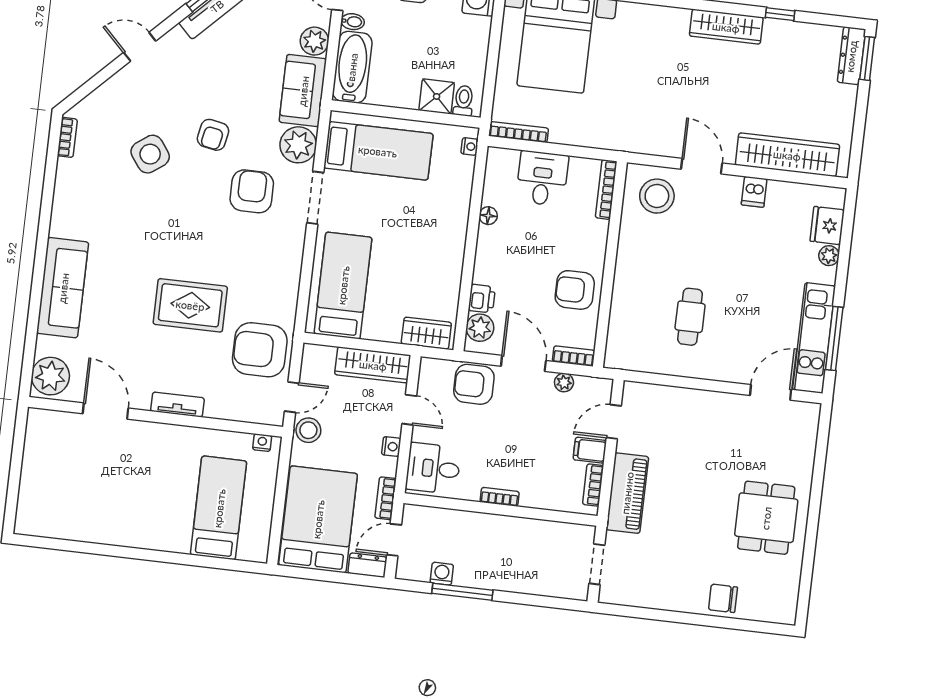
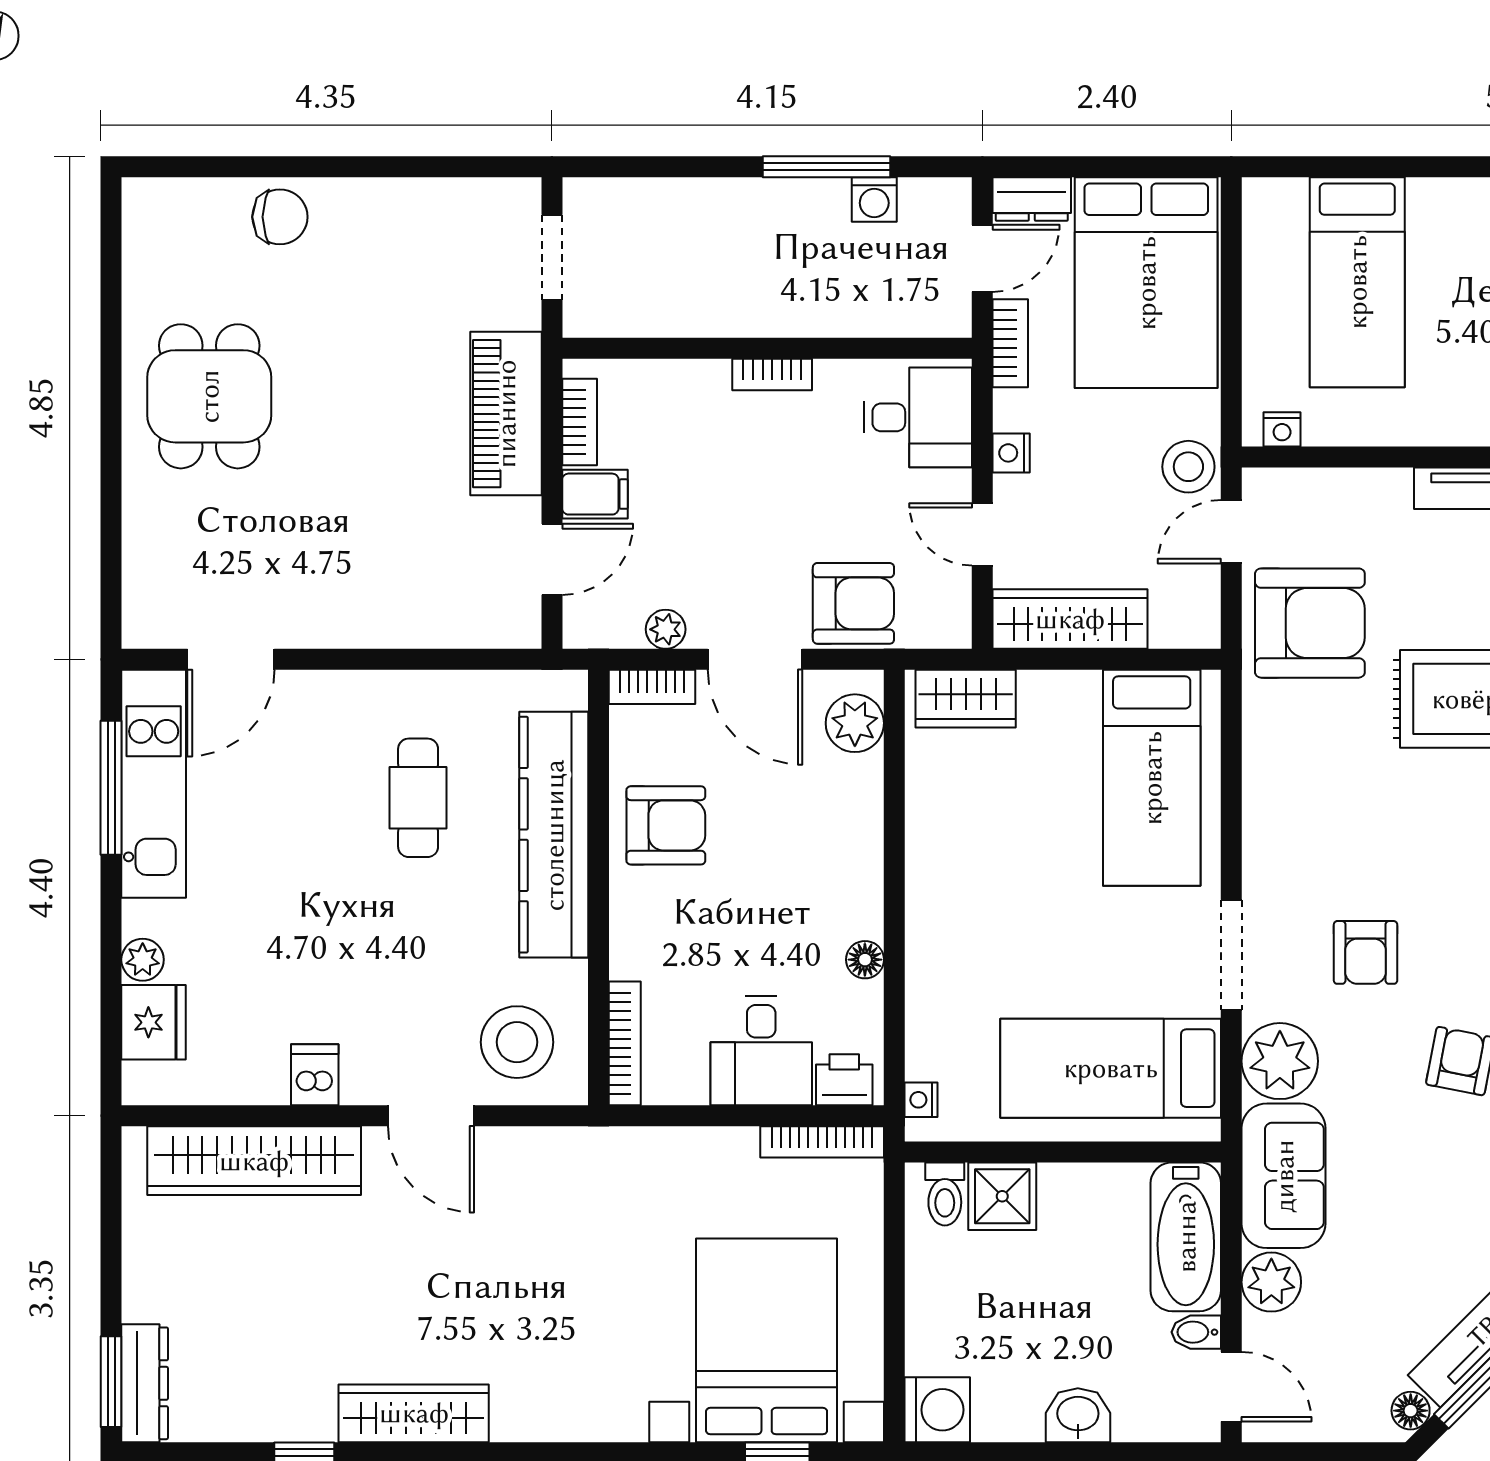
armchair: (252, 191) -> (1366, 952), width x0.72, depth x0.72
kitchen counter: (628, 292) -> (554, 835), added
printer: (482, 299) -> (844, 1080), moved, turned 90

